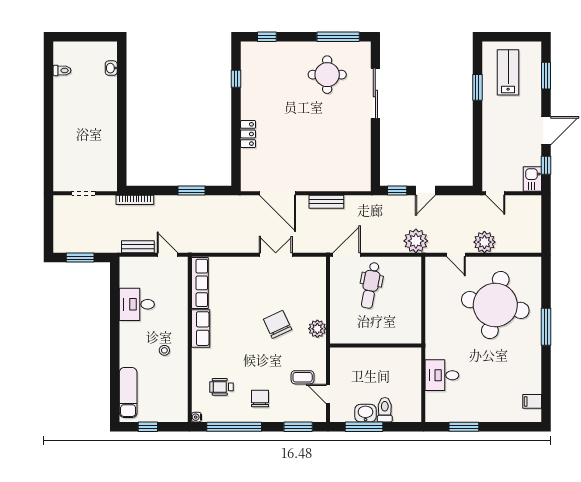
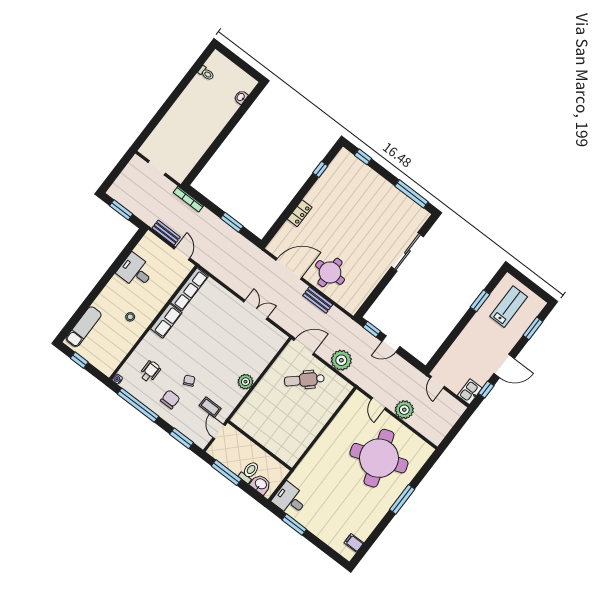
round table: (327, 75) -> (330, 272), moved
door: (278, 193) -> (289, 269), swing flipped
plant: (416, 241) -> (341, 360), moved
dental chair: (371, 285) -> (304, 380), turned 36
round table: (495, 305) -> (379, 458), turned -31
chair: (278, 324) -> (189, 381), moved, width x0.54, depth x0.54
wall: (376, 345) -> (260, 445), moved
desk: (442, 375) -> (290, 499), moved
wheelchair: (222, 387) -> (150, 371), turned 90
washbasin: (366, 413) -> (261, 484), moved

